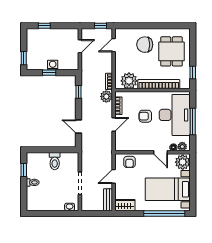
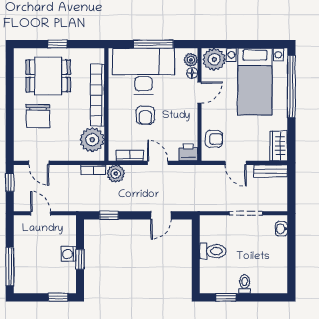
window: (44, 26) -> (10, 267), width x2.17
window: (193, 72) -> (58, 44), moved
printer: (120, 145) -> (188, 153), added

